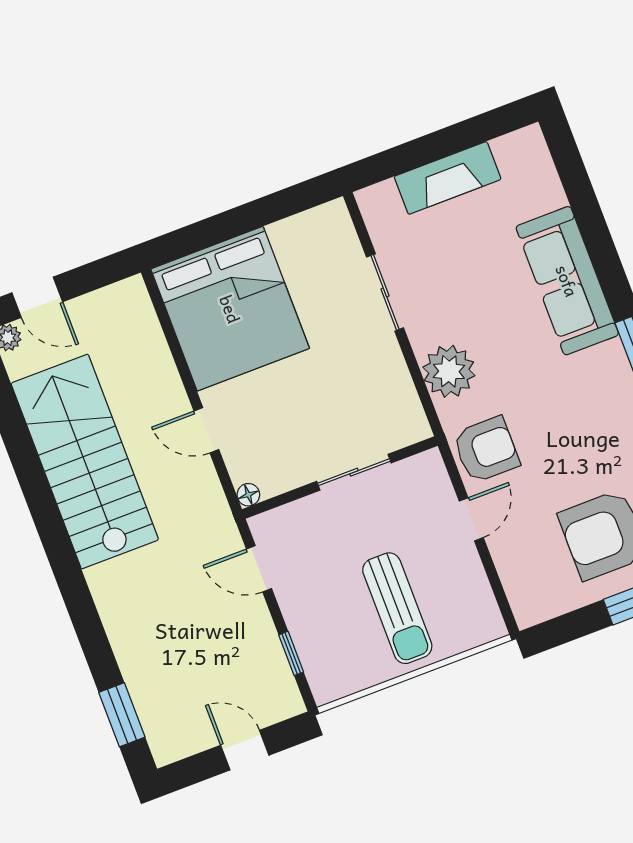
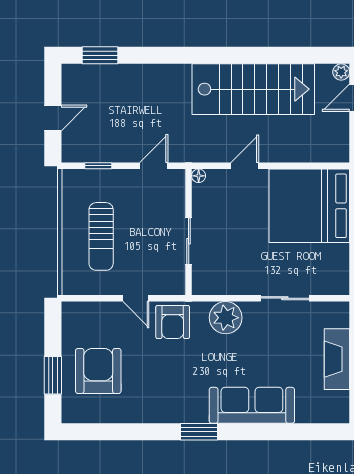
sun lounger: (397, 608) -> (101, 236), turned -90

